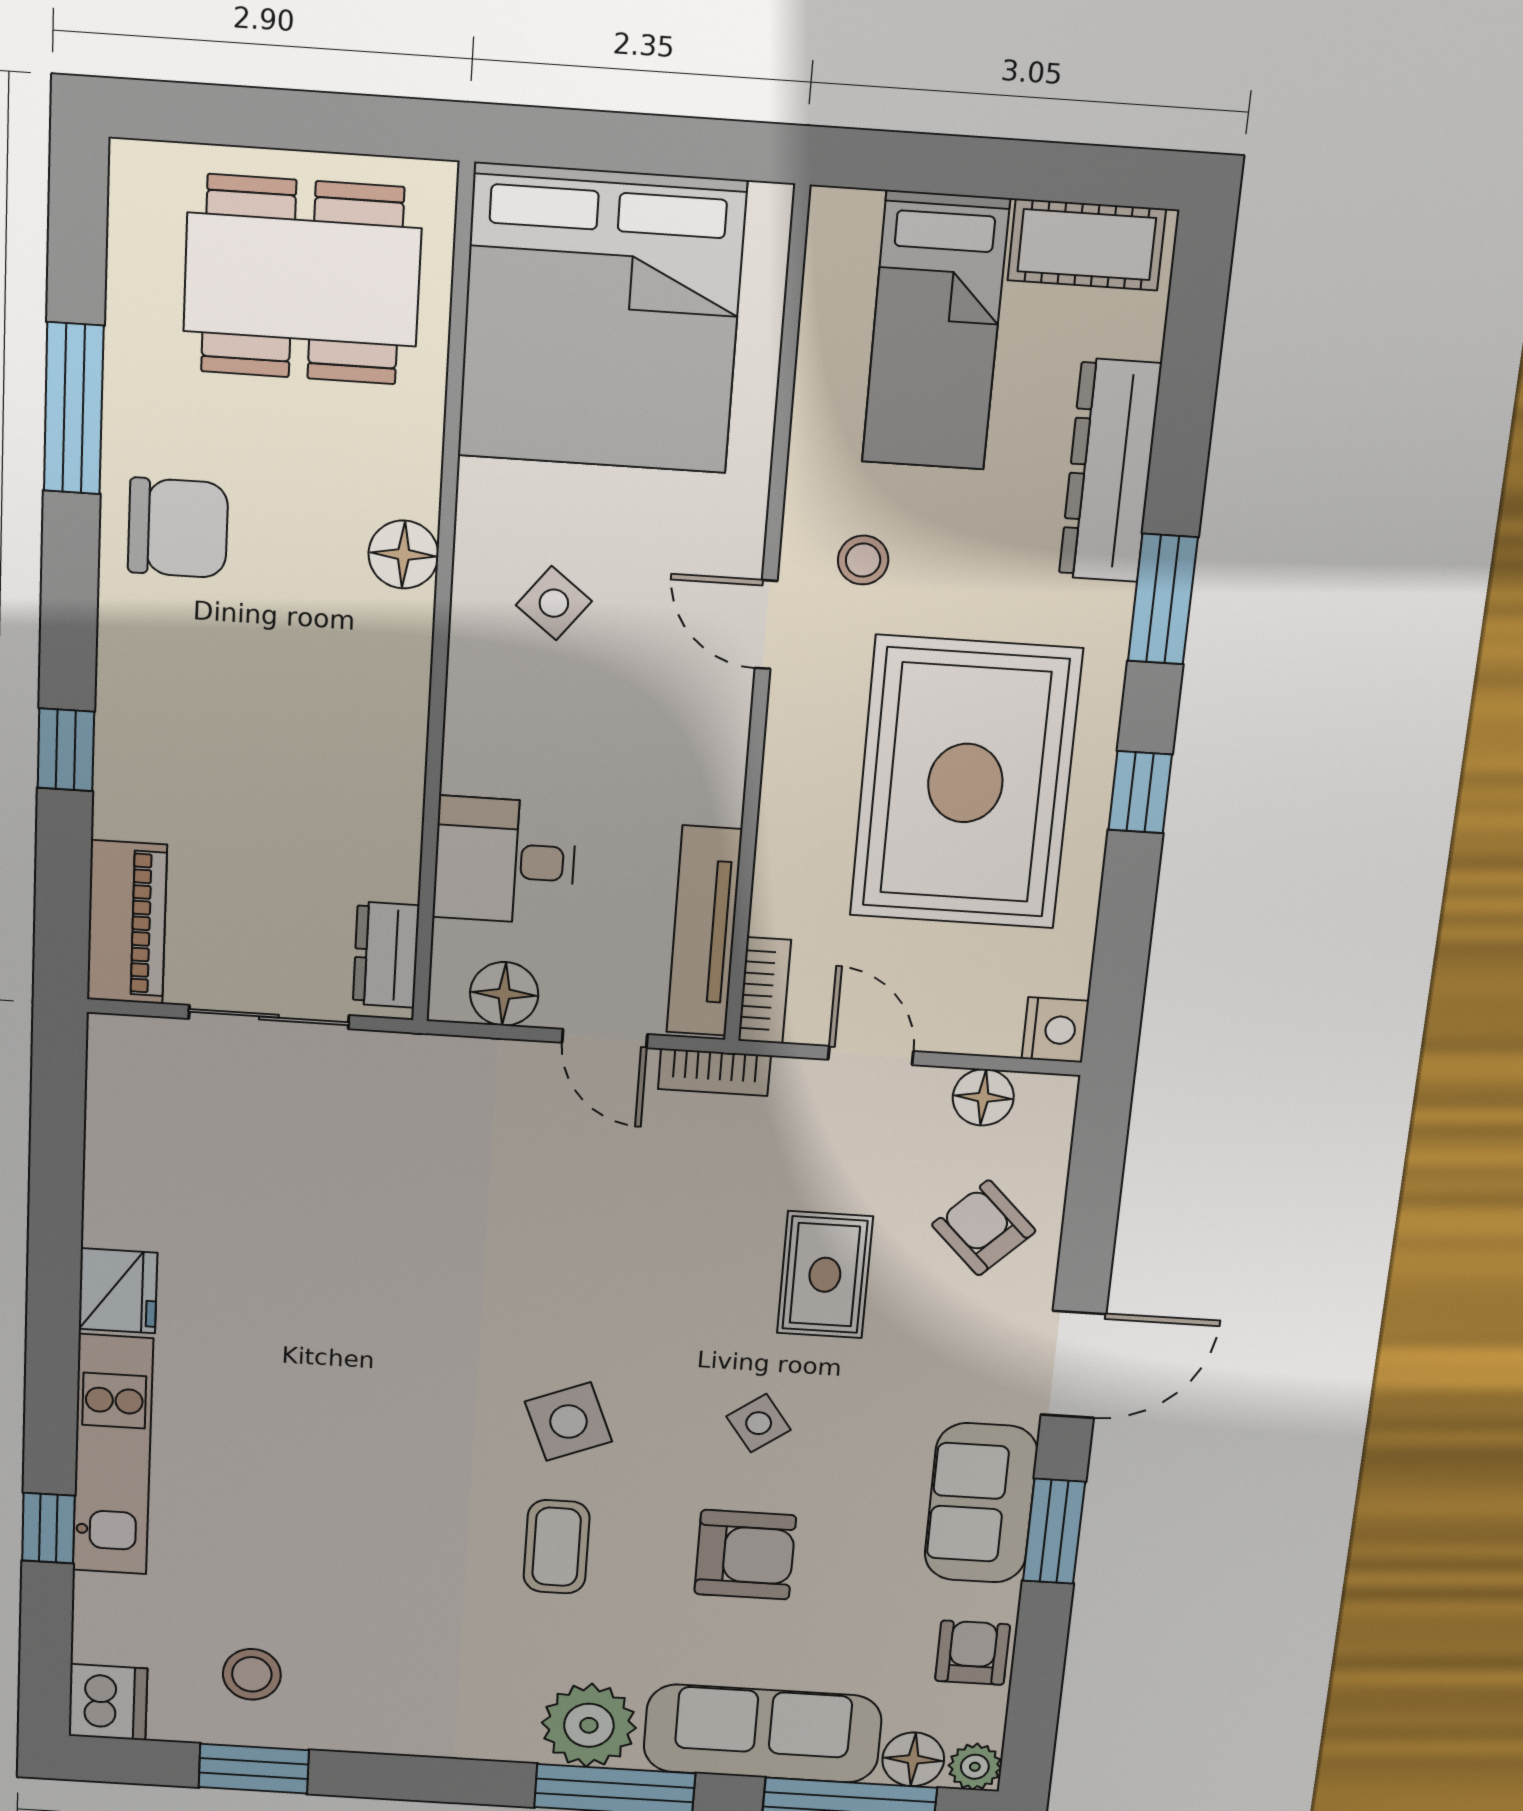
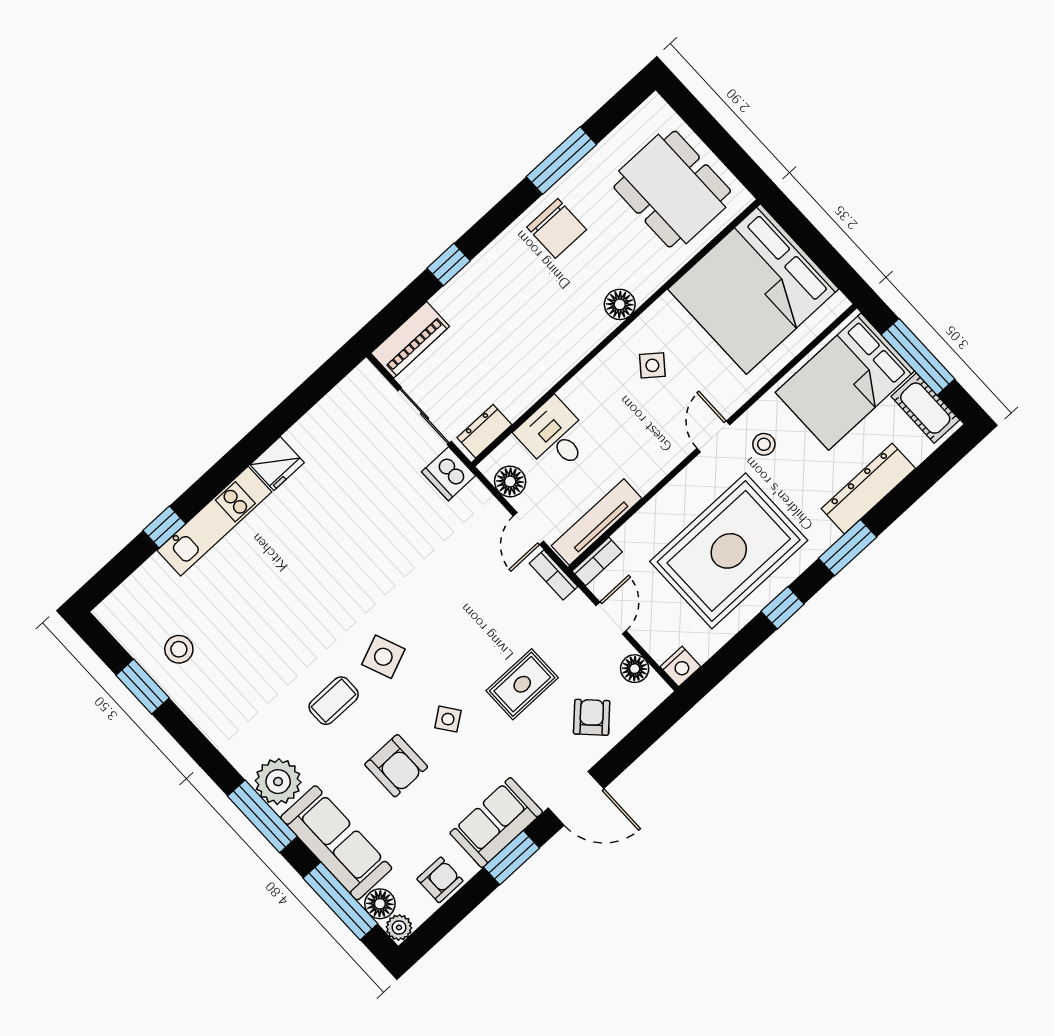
window: (994, 168) -> (918, 357), added
bed: (935, 331) -> (845, 382), width x1.50
dishwasher: (108, 1702) -> (448, 474), moved, turned 90

